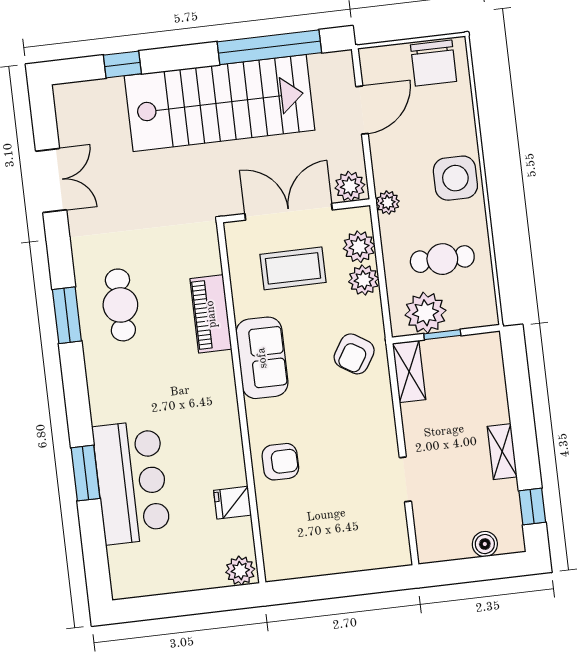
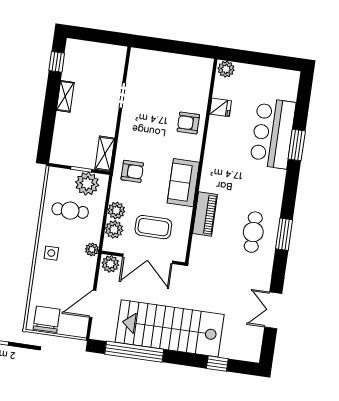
side table: (455, 178) -> (51, 253), width x0.54, depth x0.54
armchair: (354, 354) -> (132, 171), turned 58
boiler: (485, 544) -> (88, 48), removed

